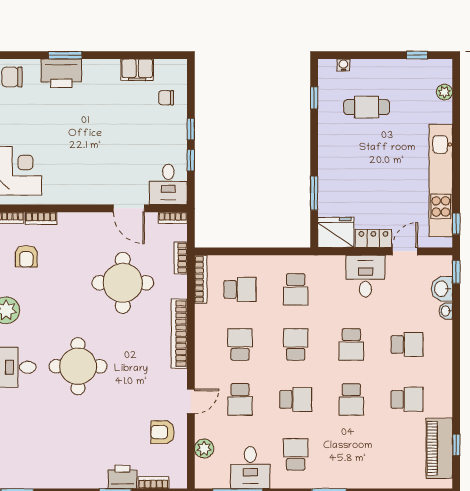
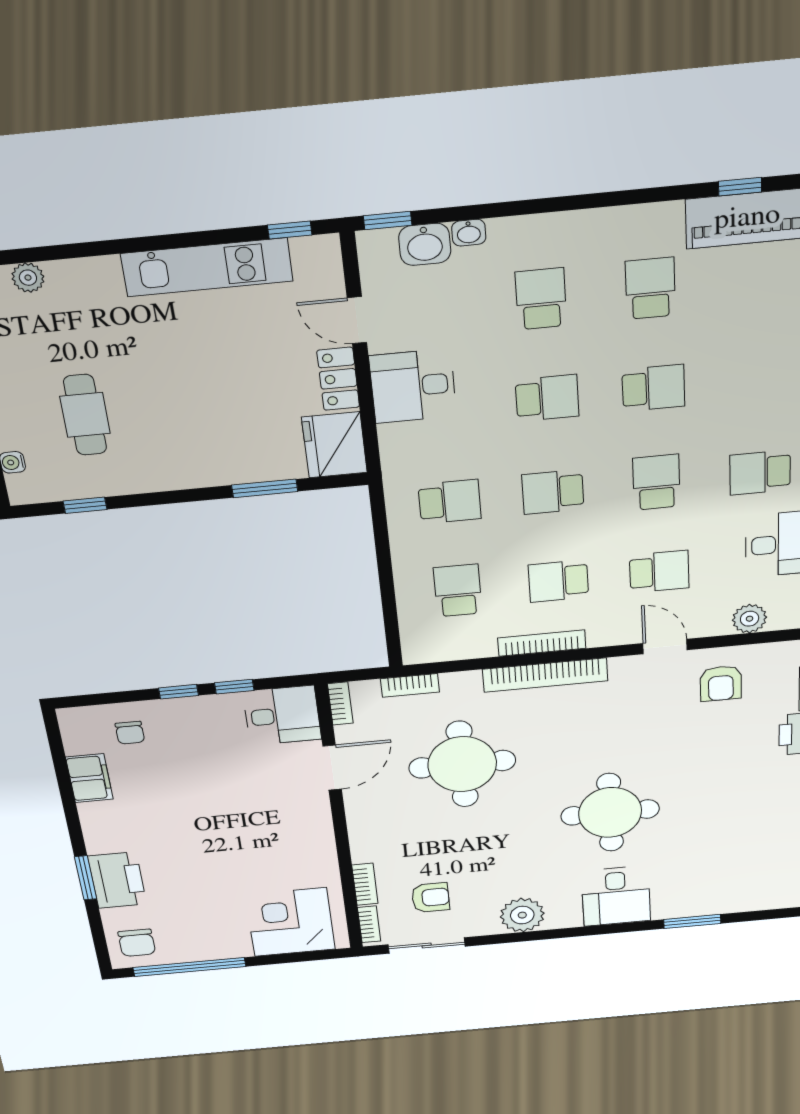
kitchen unit: (441, 181) -> (207, 267), width x0.73
bookcase: (201, 279) -> (542, 643), moved

